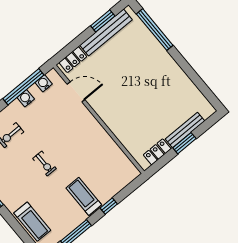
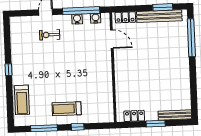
bench: (185, 130) -> (175, 115), moved
exercise bike: (44, 164) -> (57, 69), removed
treadmill: (84, 196) -> (67, 109), turned -90

